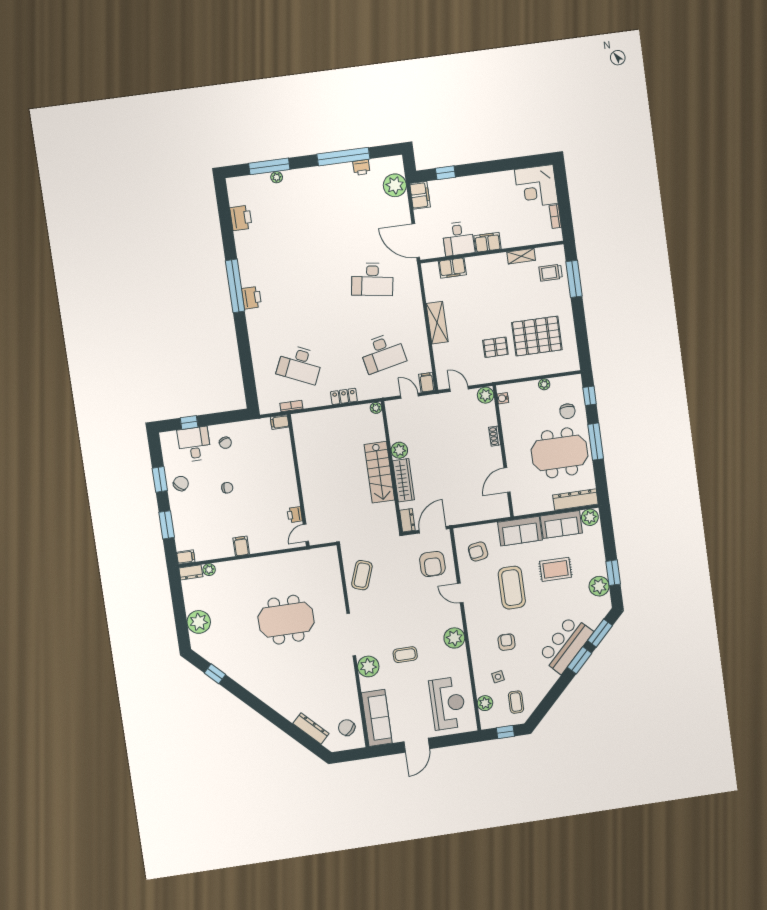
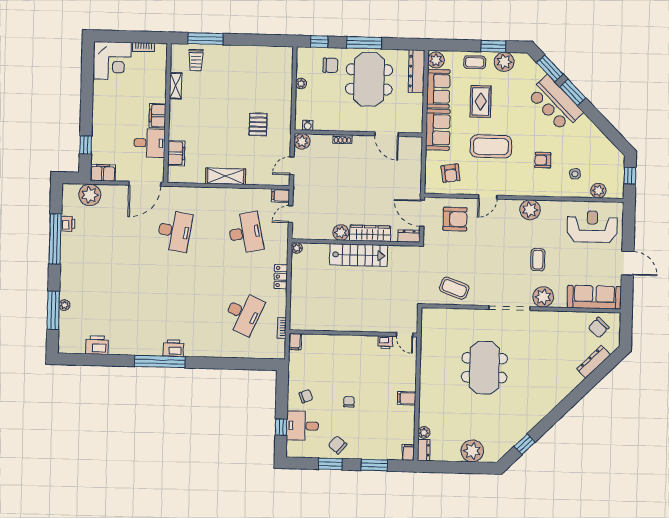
pallet: (537, 336) -> (254, 83), removed
coffee table: (516, 702) -> (475, 62), moved

